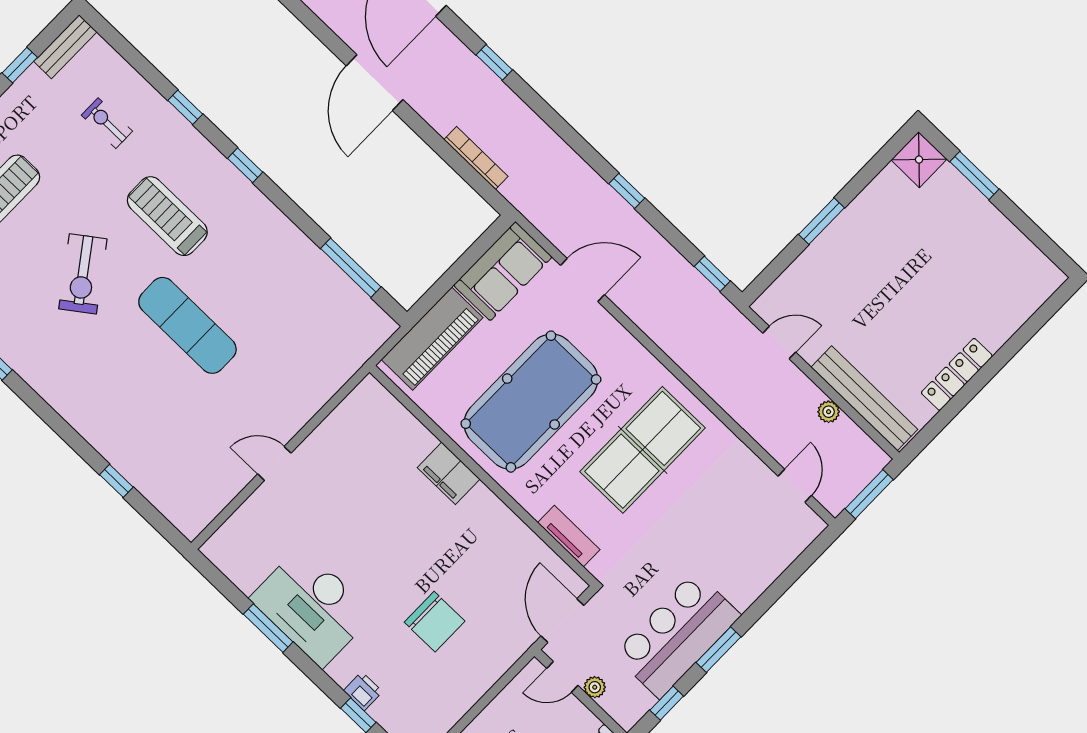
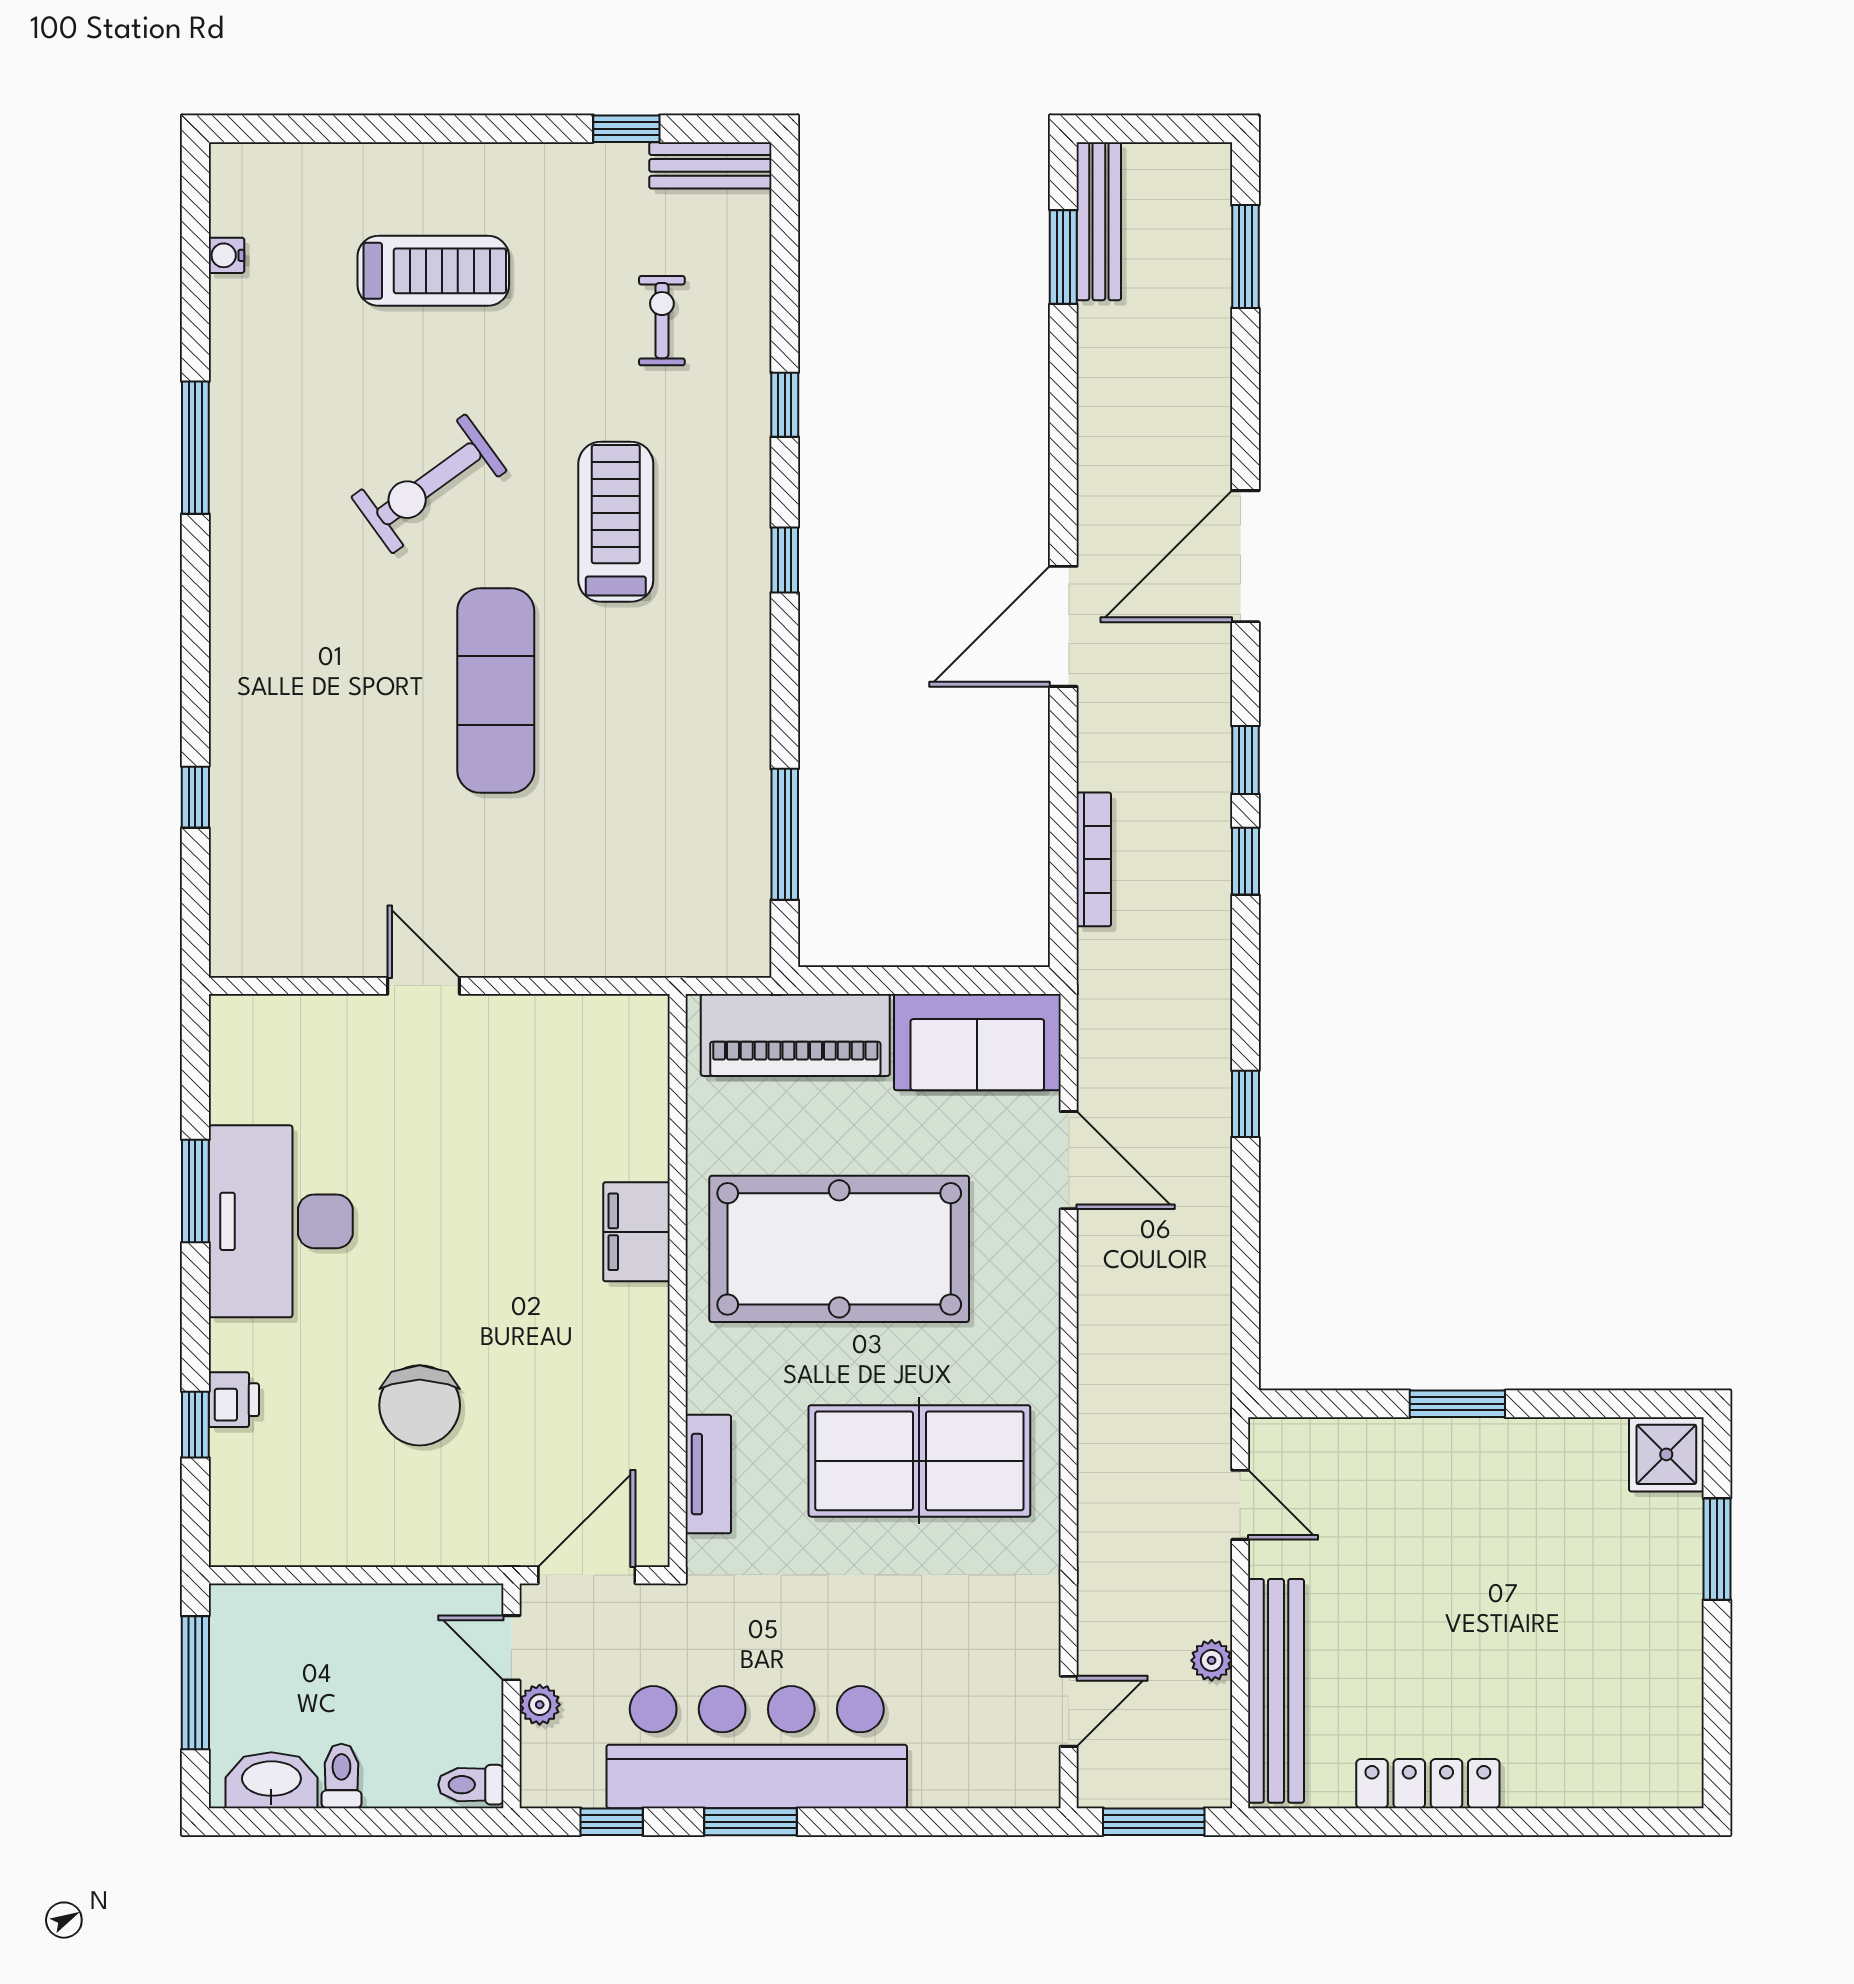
window: (712, 274) -> (1245, 861), moved
bar counter: (677, 635) -> (757, 1747), width x1.36

